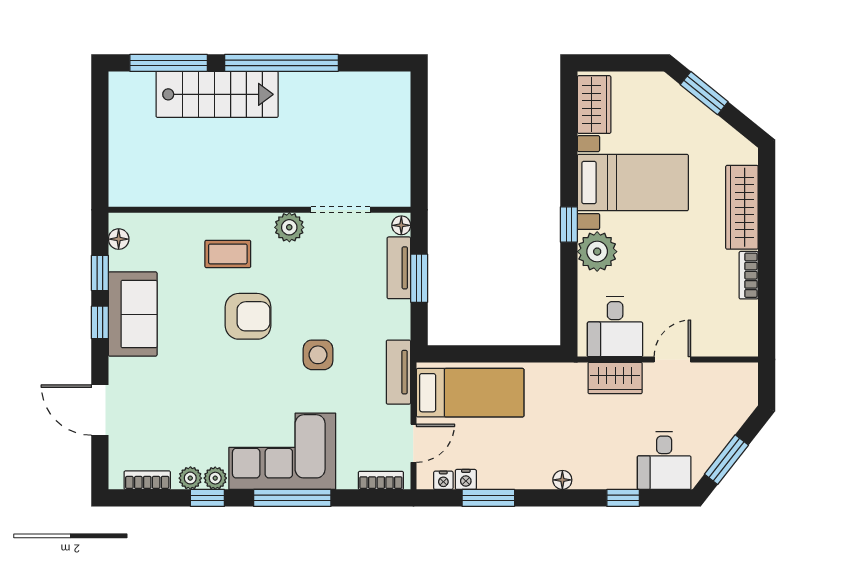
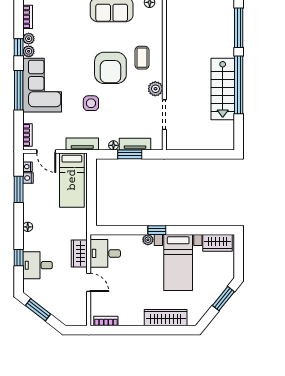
stairs: (217, 94) -> (223, 89), moved
floor lamp: (401, 225) -> (113, 145), moved
plant: (597, 252) -> (148, 240), width x0.53, depth x0.53
bookcase: (749, 275) -> (106, 321), moved
armchair: (248, 316) -> (110, 68), width x1.36, depth x1.36
desk: (664, 460) -> (38, 265), moved

